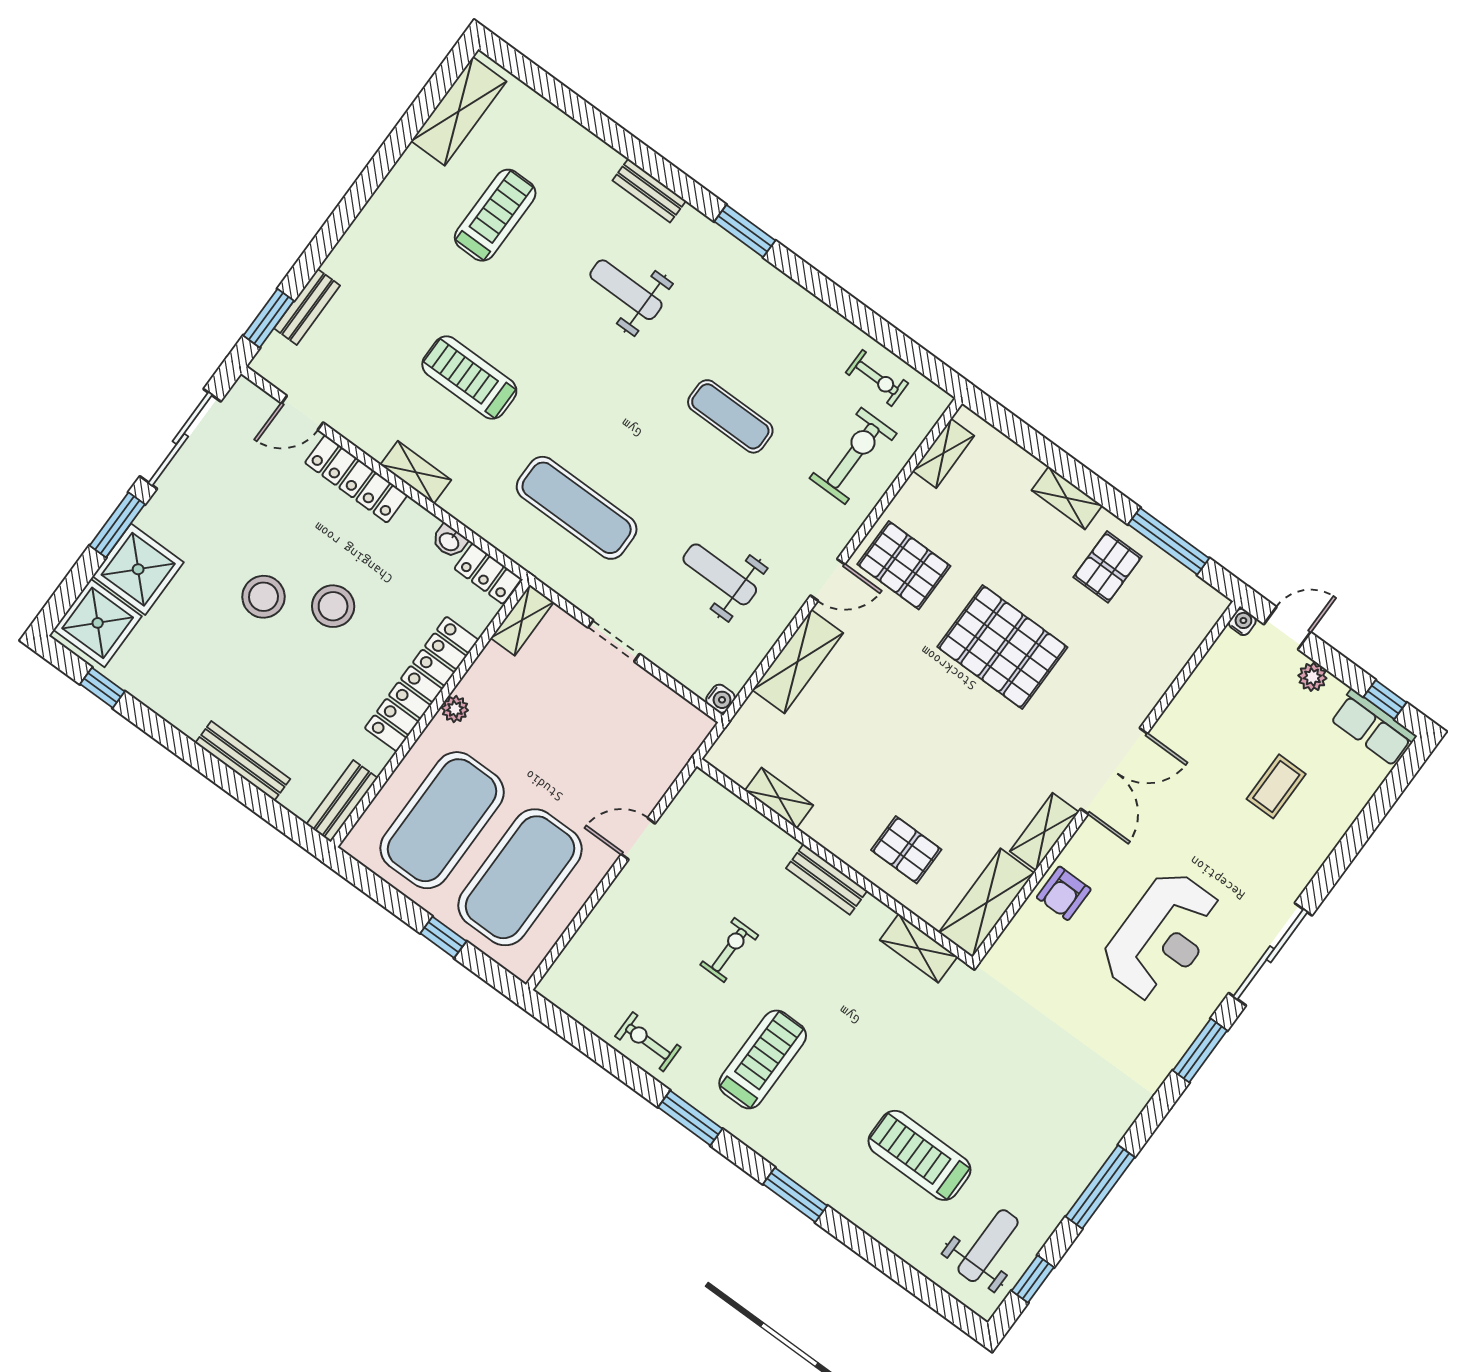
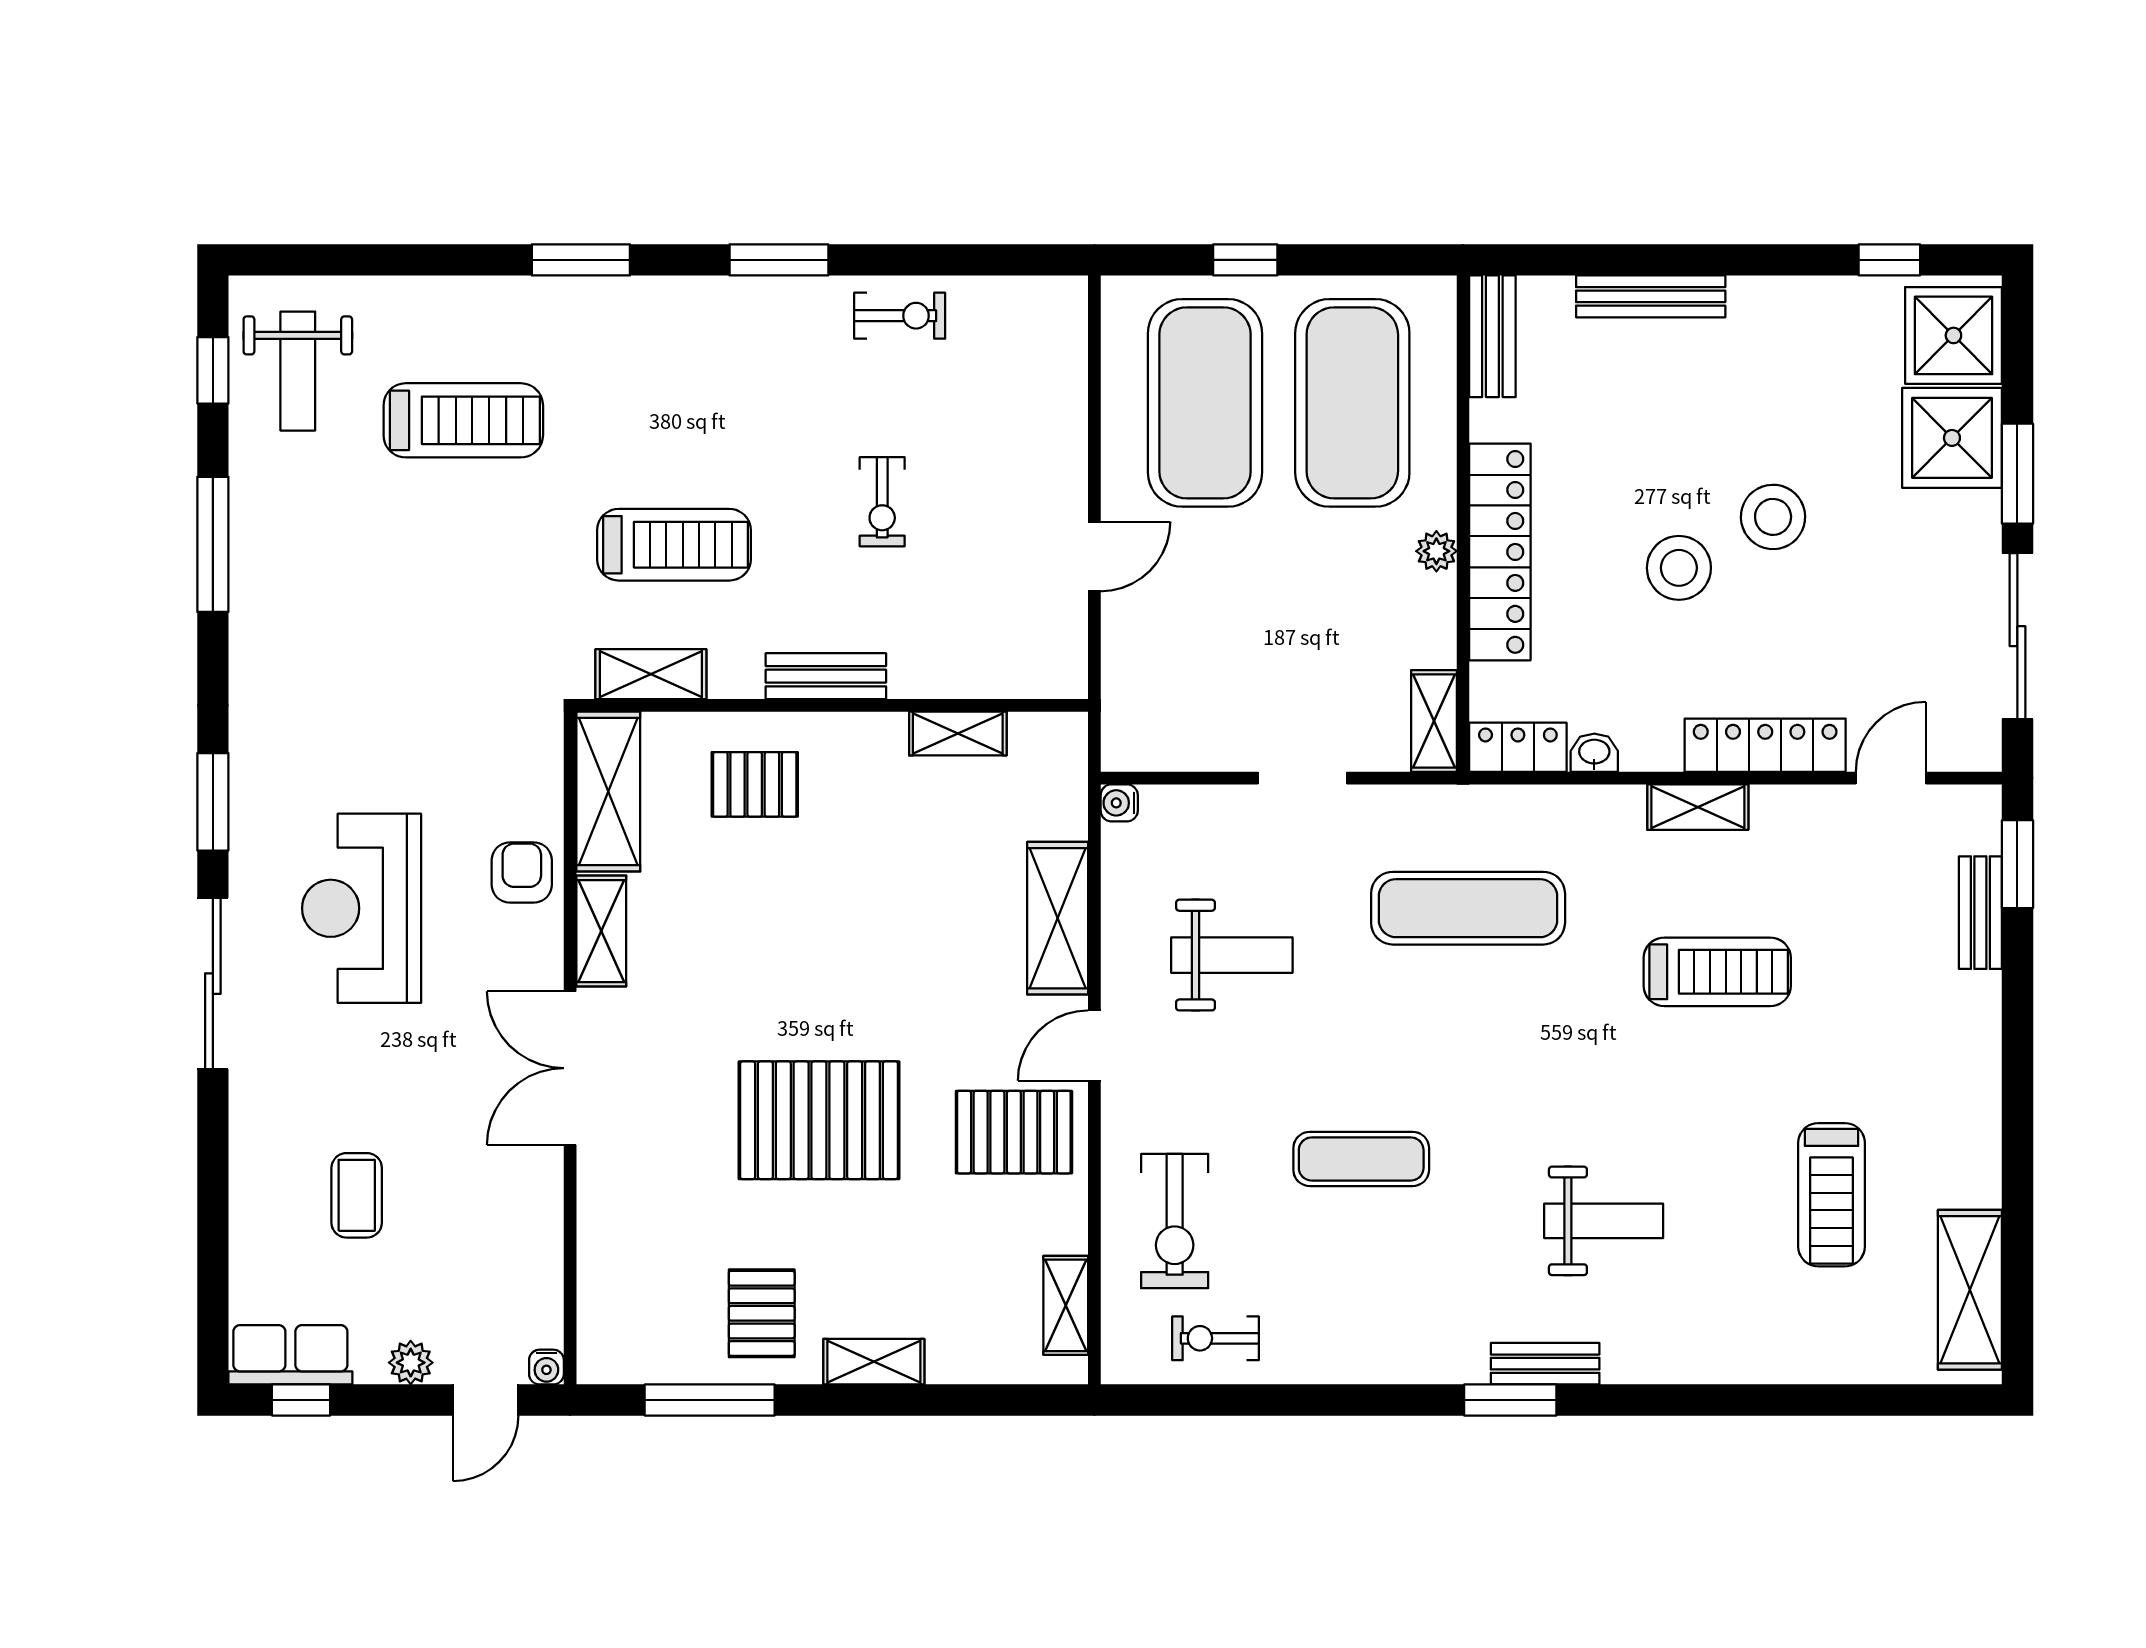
bench: (649, 191) -> (1545, 1364), moved
treadmill: (763, 1059) -> (674, 545), moved, turned -90

